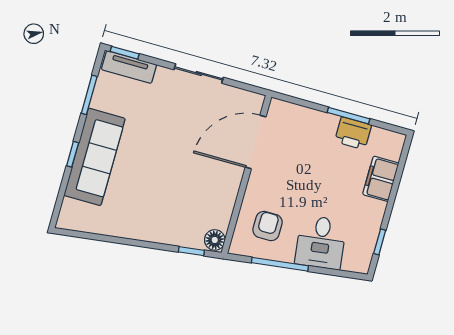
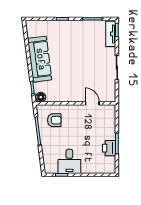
door: (256, 142) -> (92, 103), width x0.53
sofa: (95, 157) -> (40, 59), moved, turned -97
filing cabinet: (381, 179) -> (91, 167), removed
desk: (321, 242) -> (69, 161), moved, turned -83

